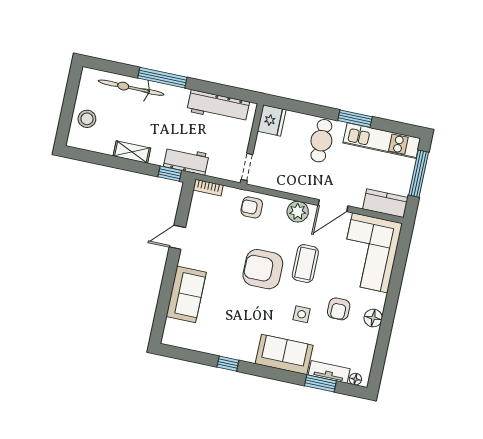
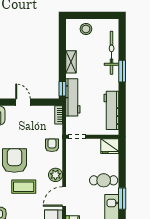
window: (162, 78) -> (122, 71), width x0.69
workbench: (186, 160) -> (73, 97), width x1.37
door: (333, 206) -> (64, 196), hinge flipped

